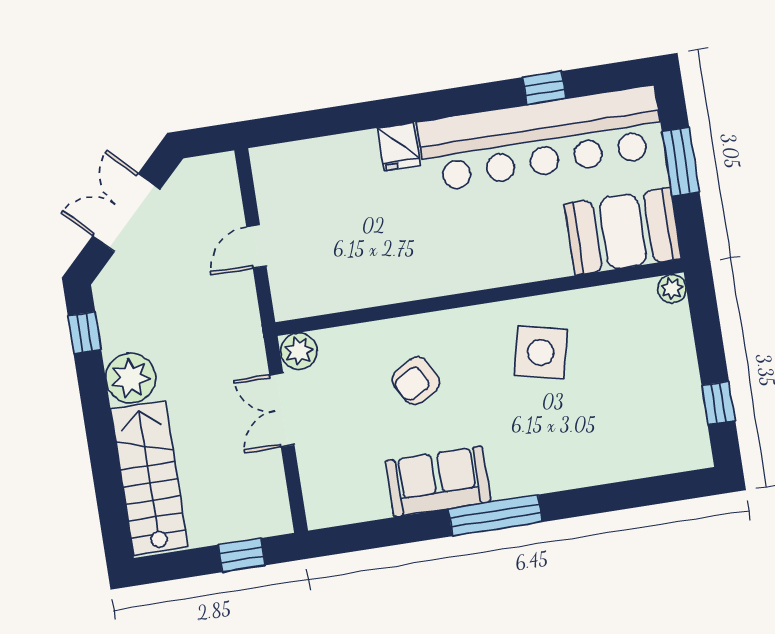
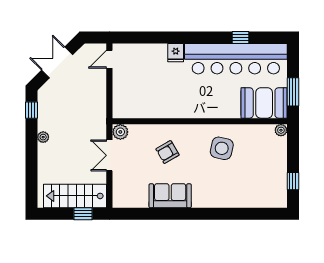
window: (681, 162) -> (293, 92), moved
door: (256, 246) -> (109, 59), moved
plant: (131, 378) -> (43, 137), width x0.53, depth x0.53
stairs: (149, 478) -> (75, 196), moved, turned -90
window: (495, 515) -> (192, 214), removed

